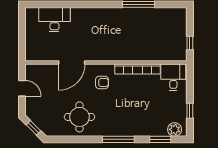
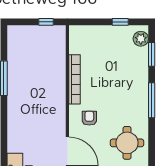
desk: (173, 77) -> (84, 40), removed

